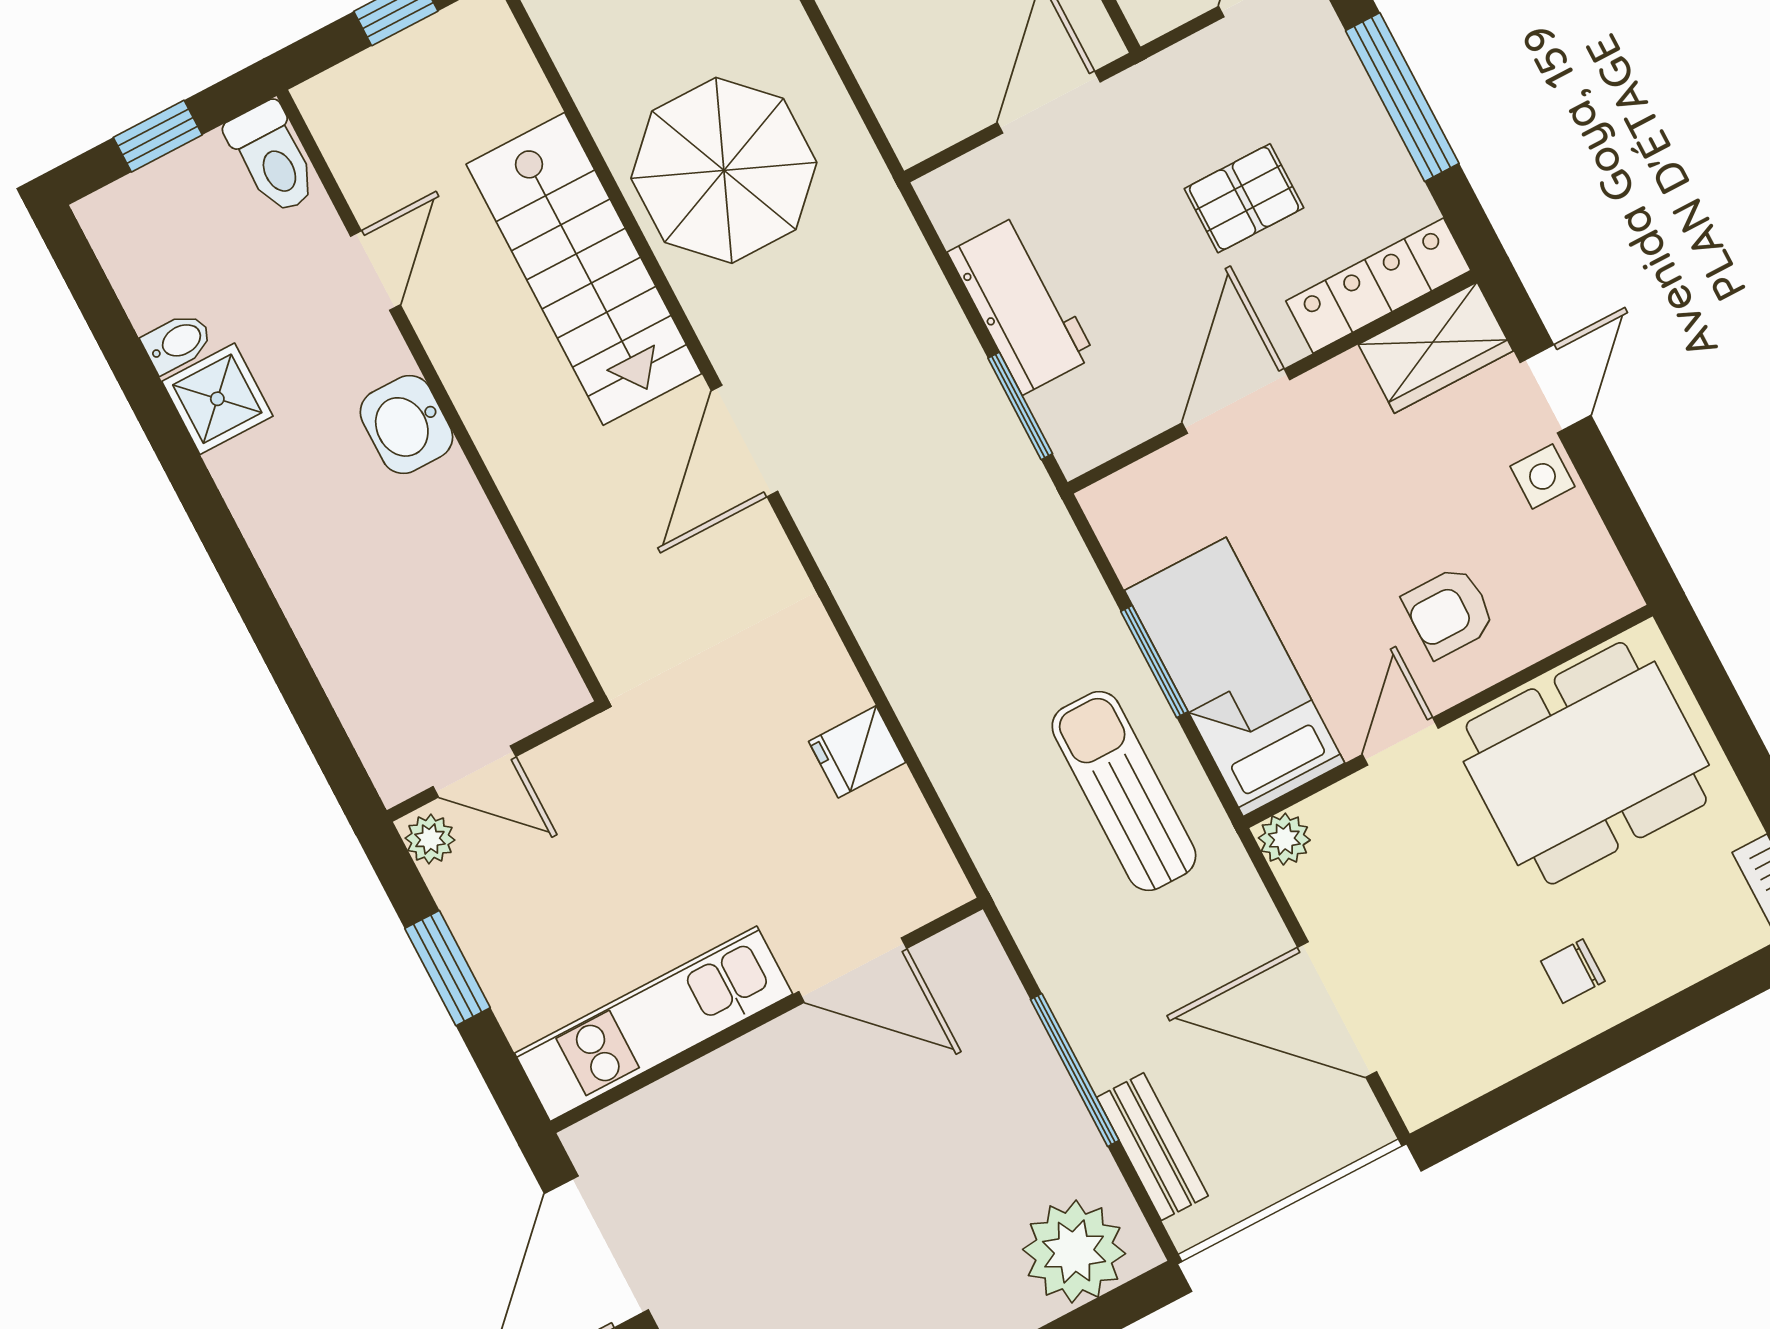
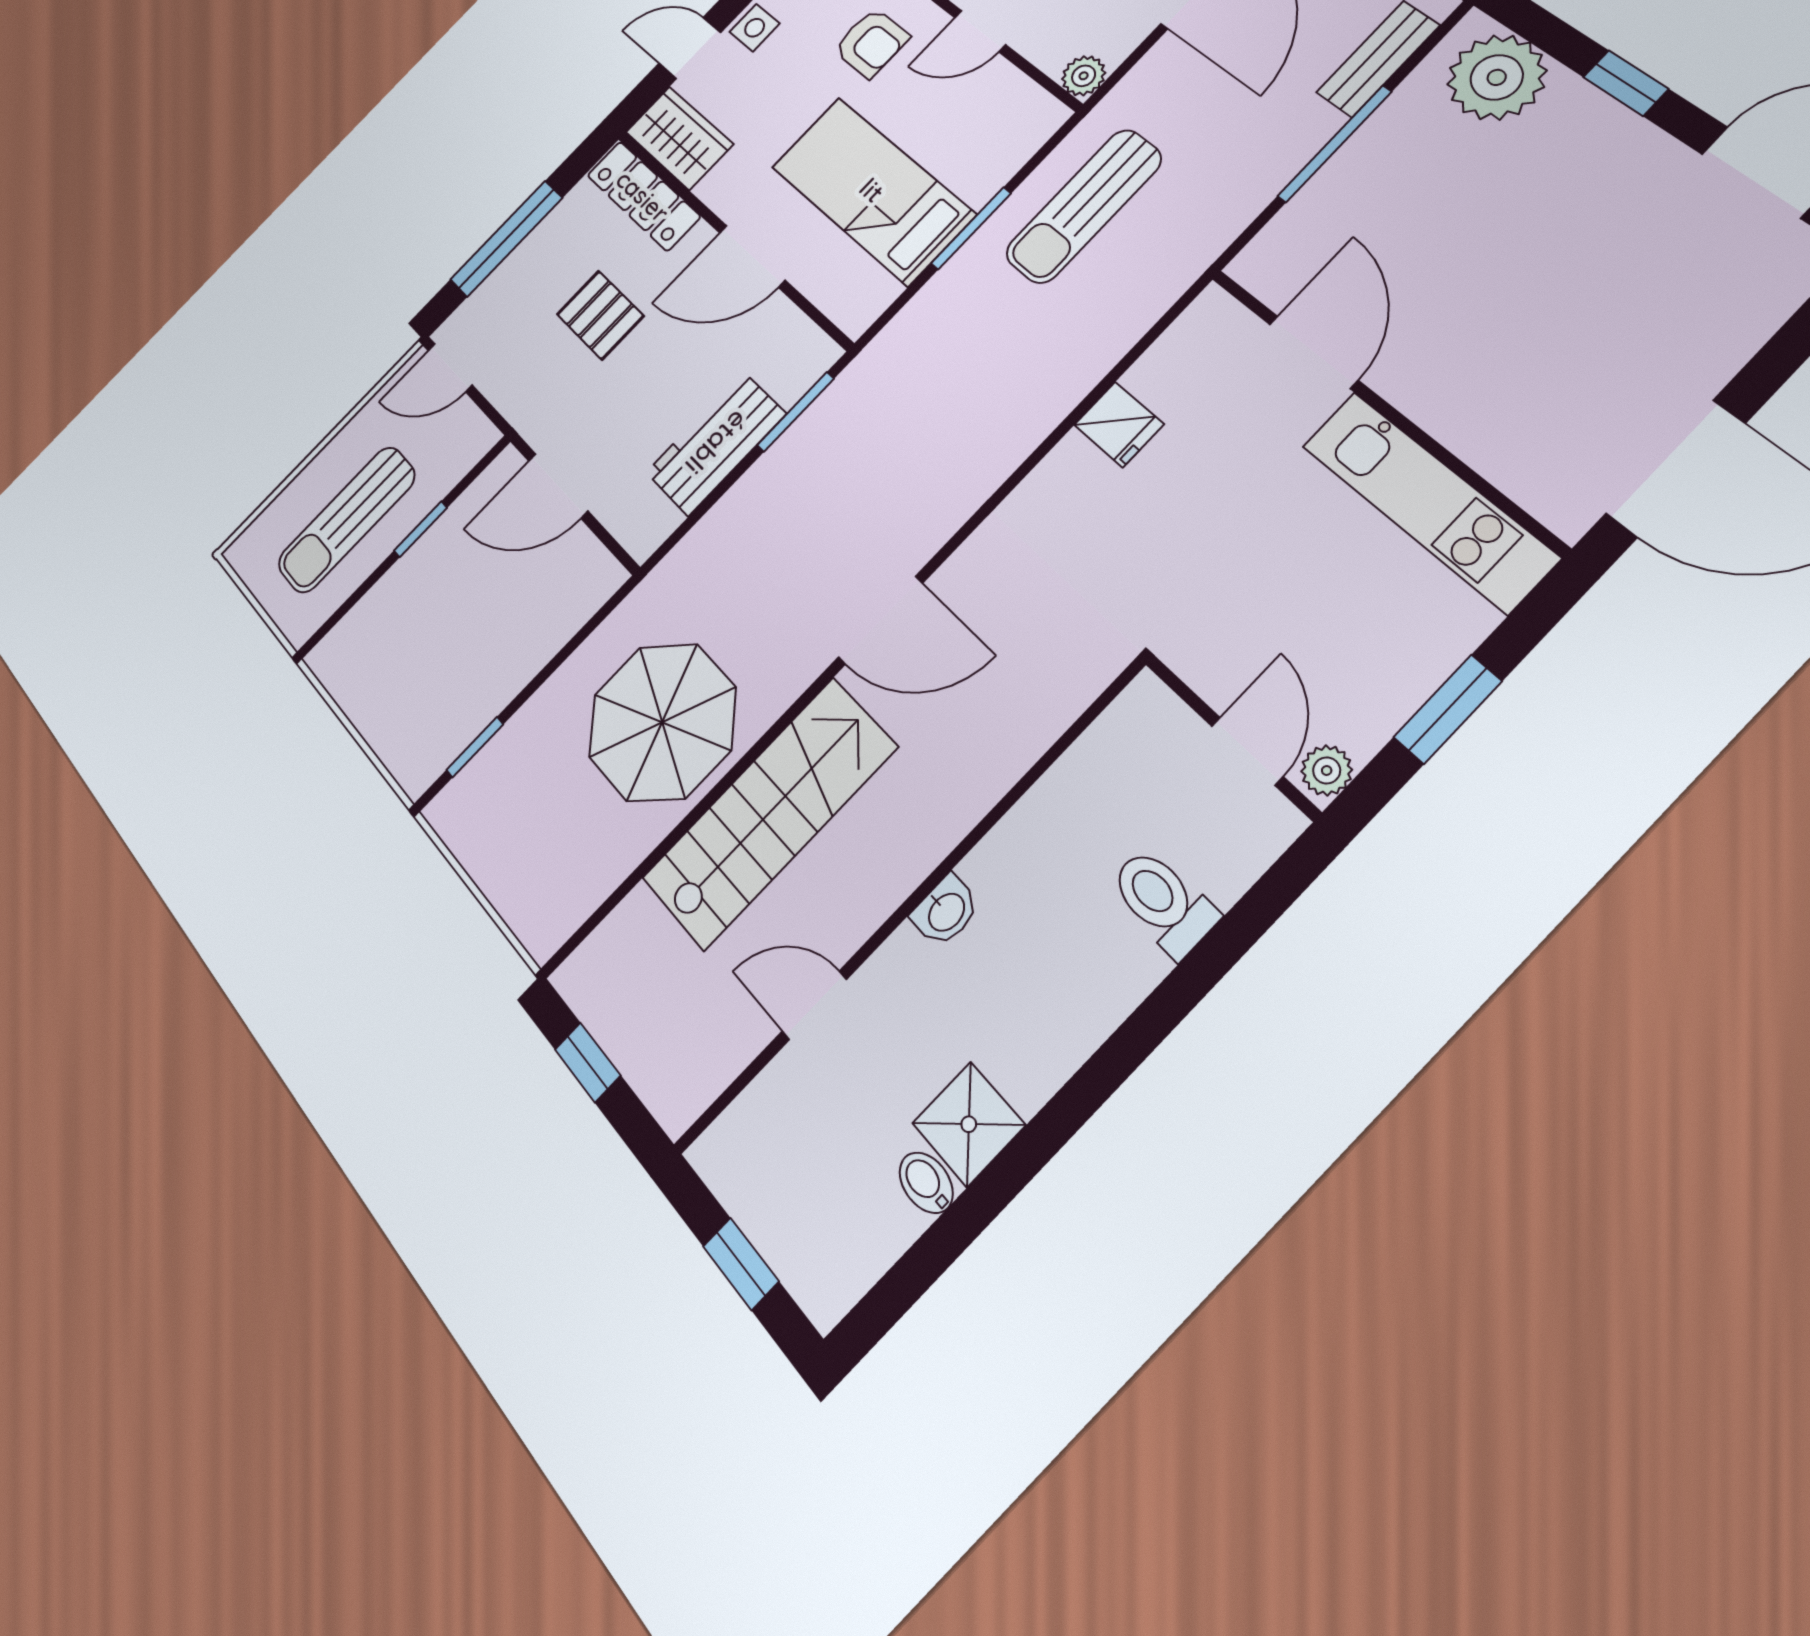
toilet: (273, 158) -> (1163, 902), moved, turned -90
washbasin: (406, 424) -> (946, 911), width x0.72, depth x0.69
bed: (1235, 677) -> (872, 190), moved, turned 90

